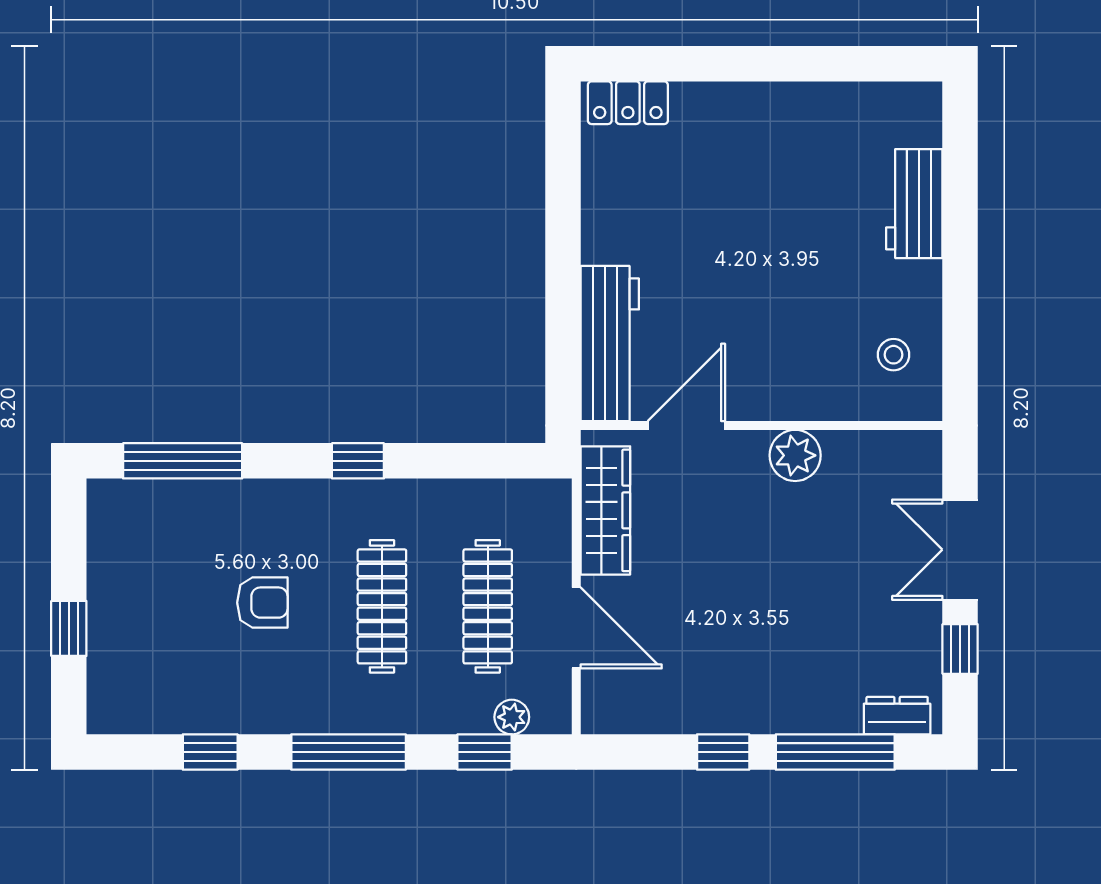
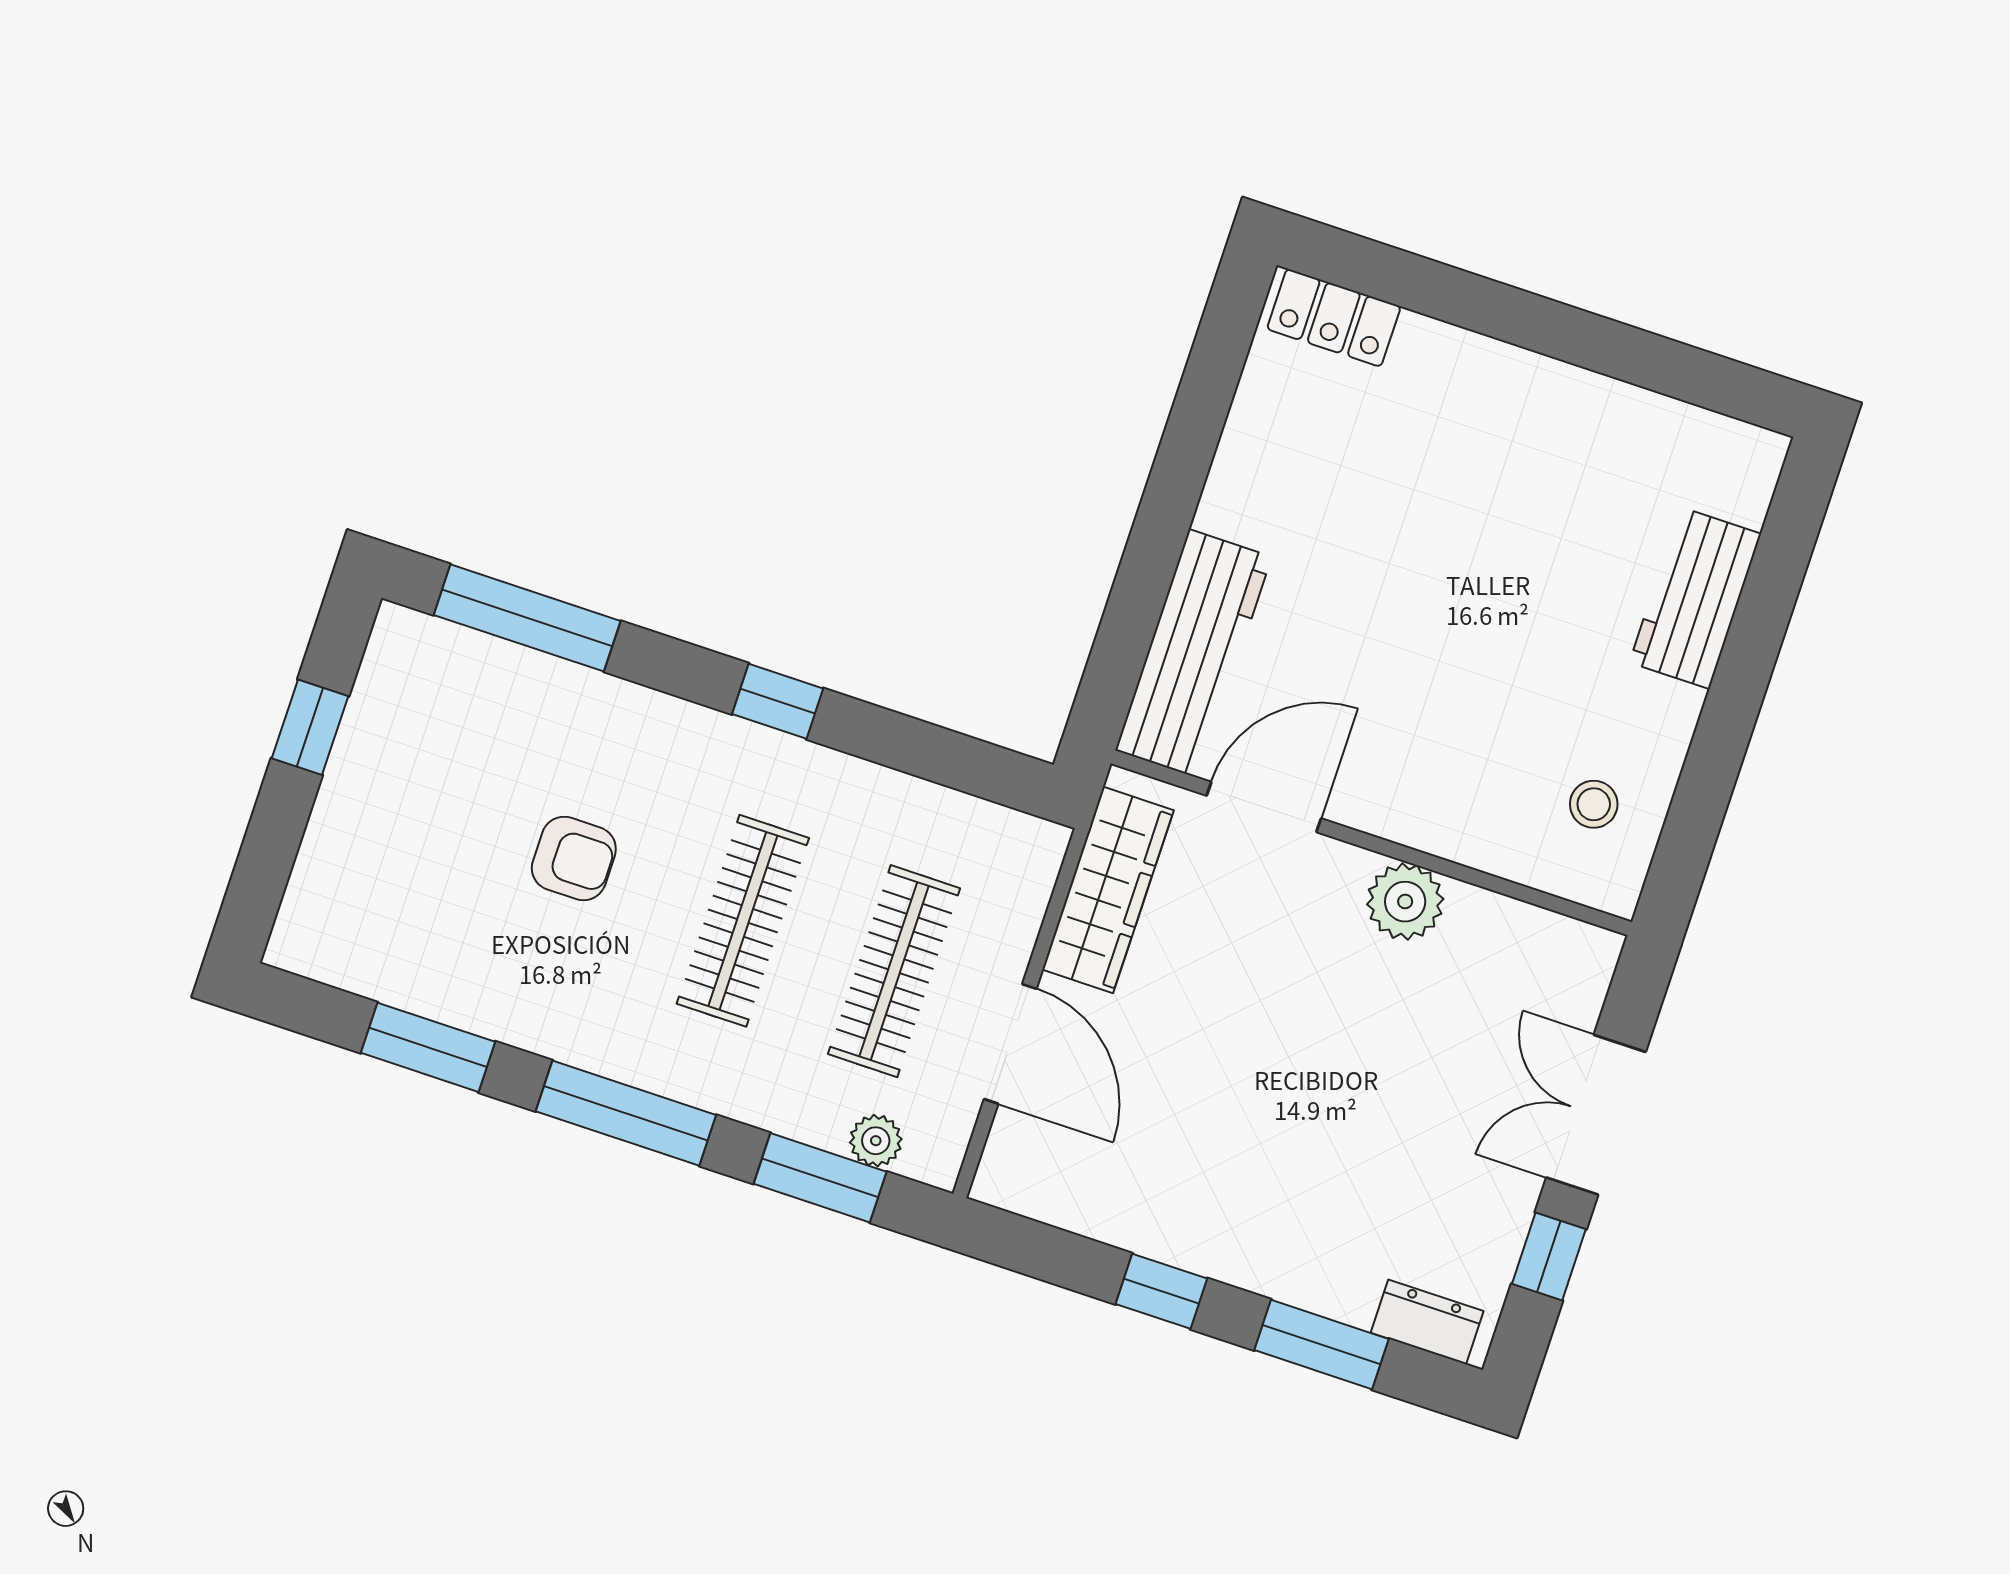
window: (69, 628) -> (310, 727), moved
window: (210, 752) -> (428, 1047), width x1.50
window: (485, 752) -> (820, 1178), width x1.50
window: (835, 752) -> (1322, 1344), width x0.69

